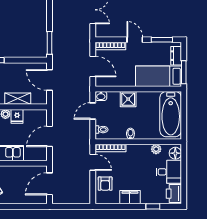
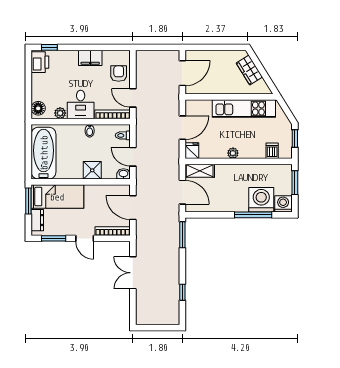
shelving: (18, 99) -> (200, 171), moved
door: (93, 111) -> (133, 157), swing flipped
fridge: (17, 116) -> (192, 151), moved
desk: (169, 172) -> (81, 104), moved, turned -90
window: (153, 206) -> (49, 47), moved

